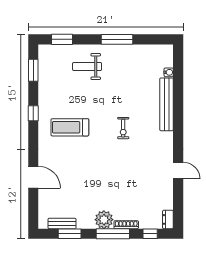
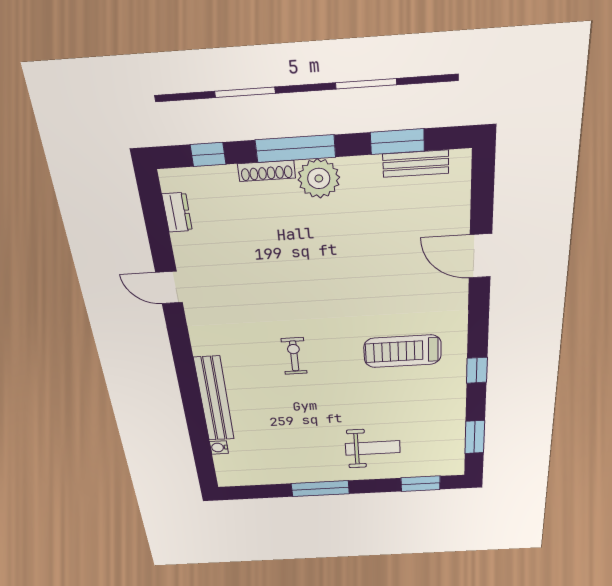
treadmill: (70, 127) -> (403, 351), turned 180
dresser: (168, 219) -> (177, 212), moved

